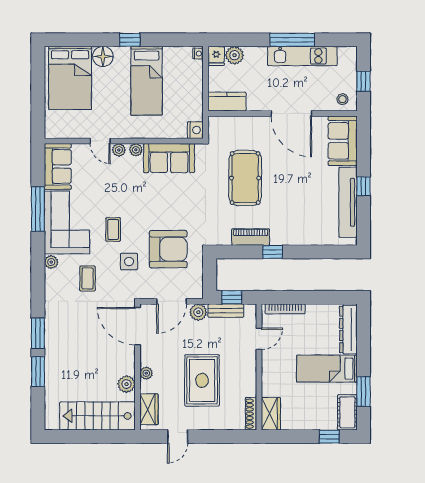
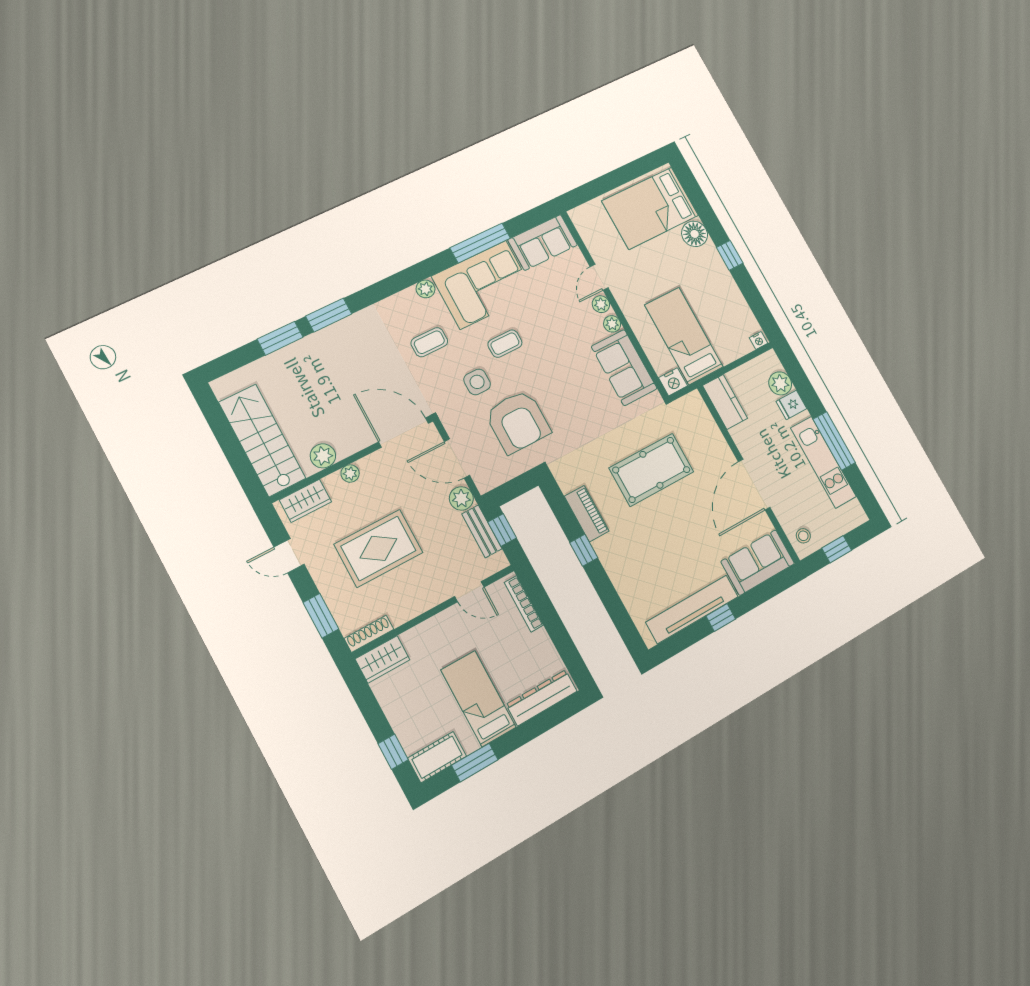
fridge: (216, 56) -> (791, 405), moved
bed: (147, 81) -> (684, 336), moved, turned 90
door: (138, 326) -> (404, 433), hinge flipped
window: (224, 437) -> (321, 616), added

